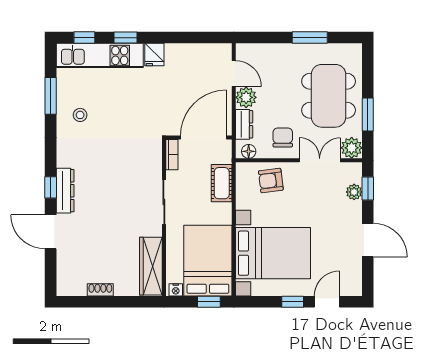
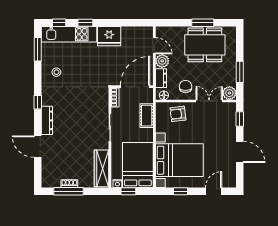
fridge: (154, 55) -> (109, 36), width x1.88, depth x1.34
window: (51, 96) -> (38, 49), moved
dining table: (329, 96) -> (205, 45), moved, turned 90
window: (51, 187) -> (38, 102), moved
plant: (354, 192) -> (231, 121), removed
window: (99, 302) -> (68, 191), added
window: (209, 302) -> (128, 191), moved
window: (293, 302) -> (181, 191), moved

